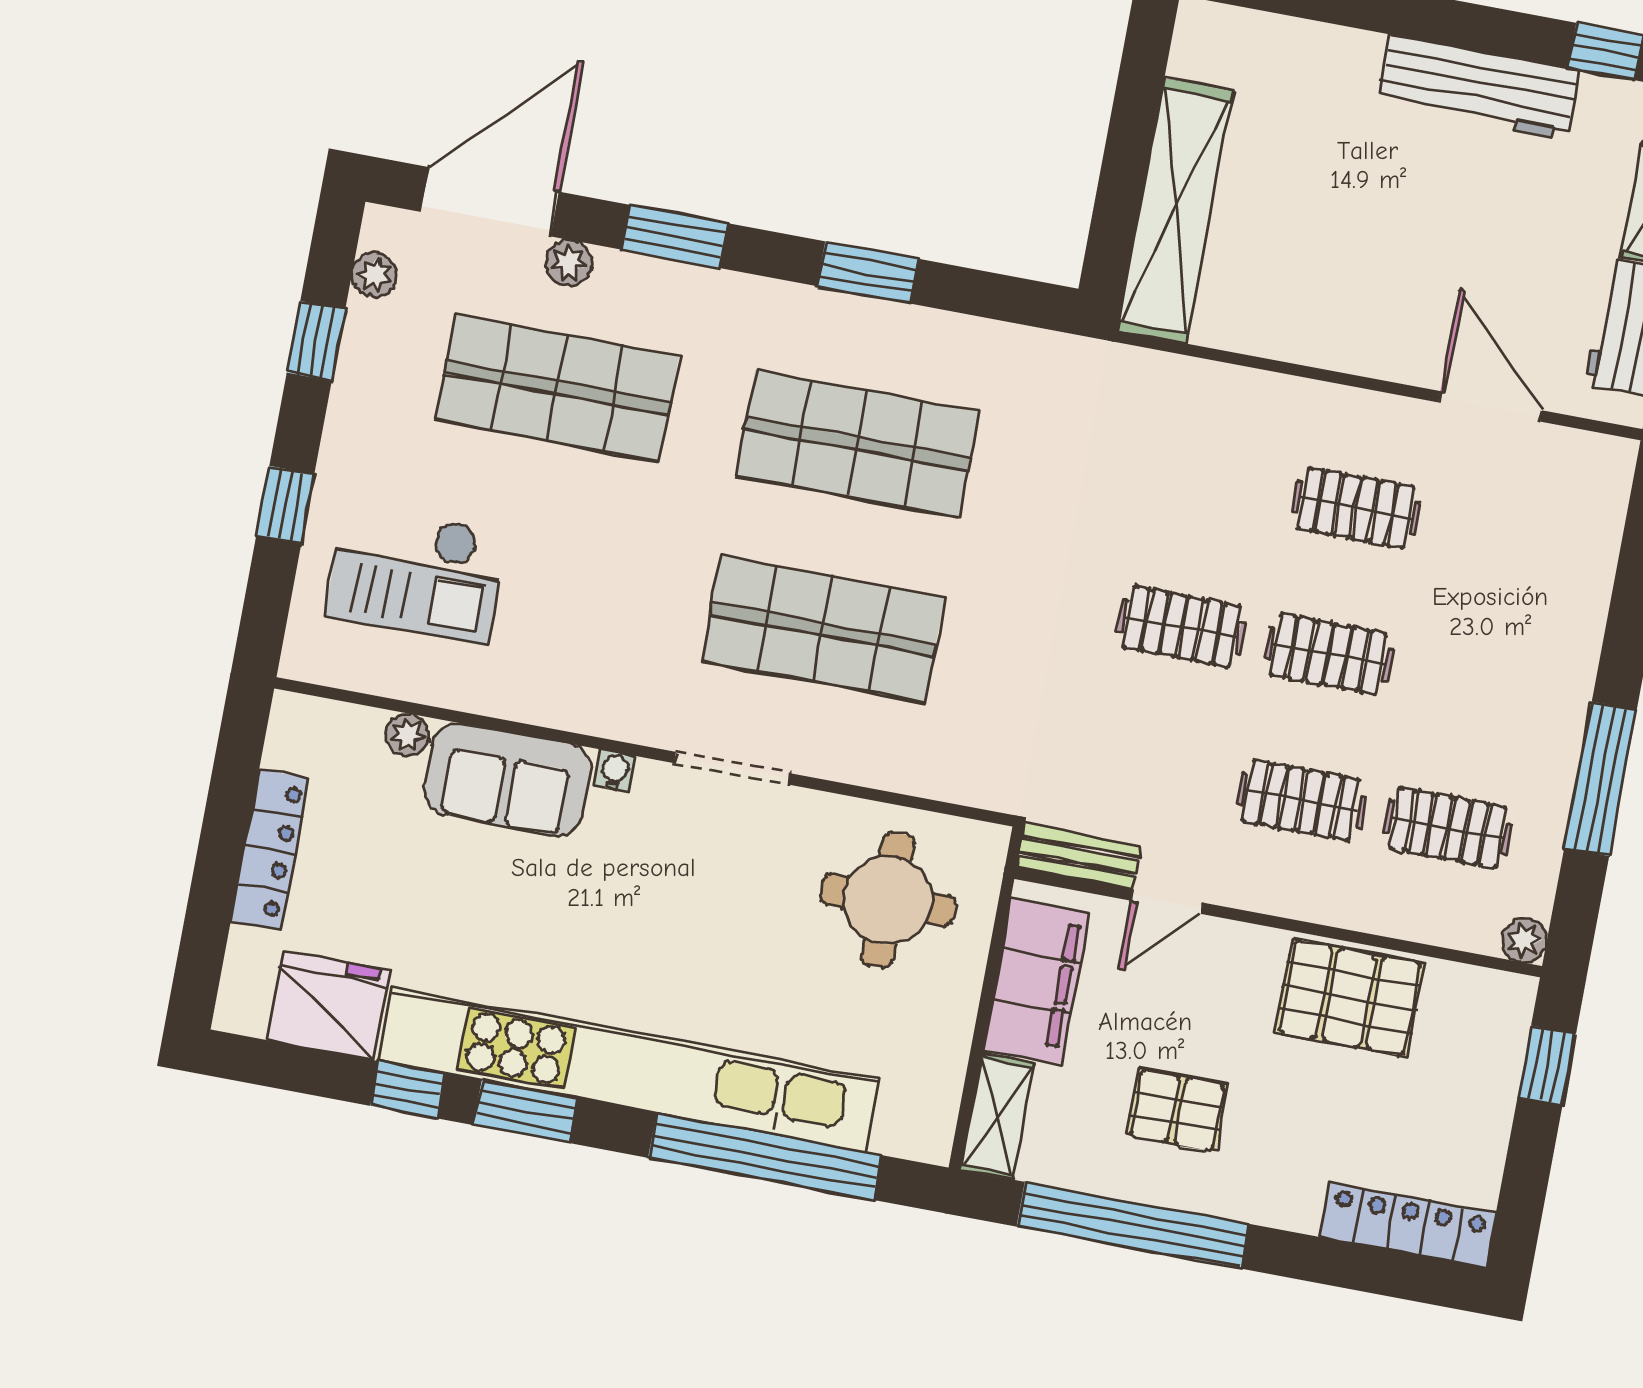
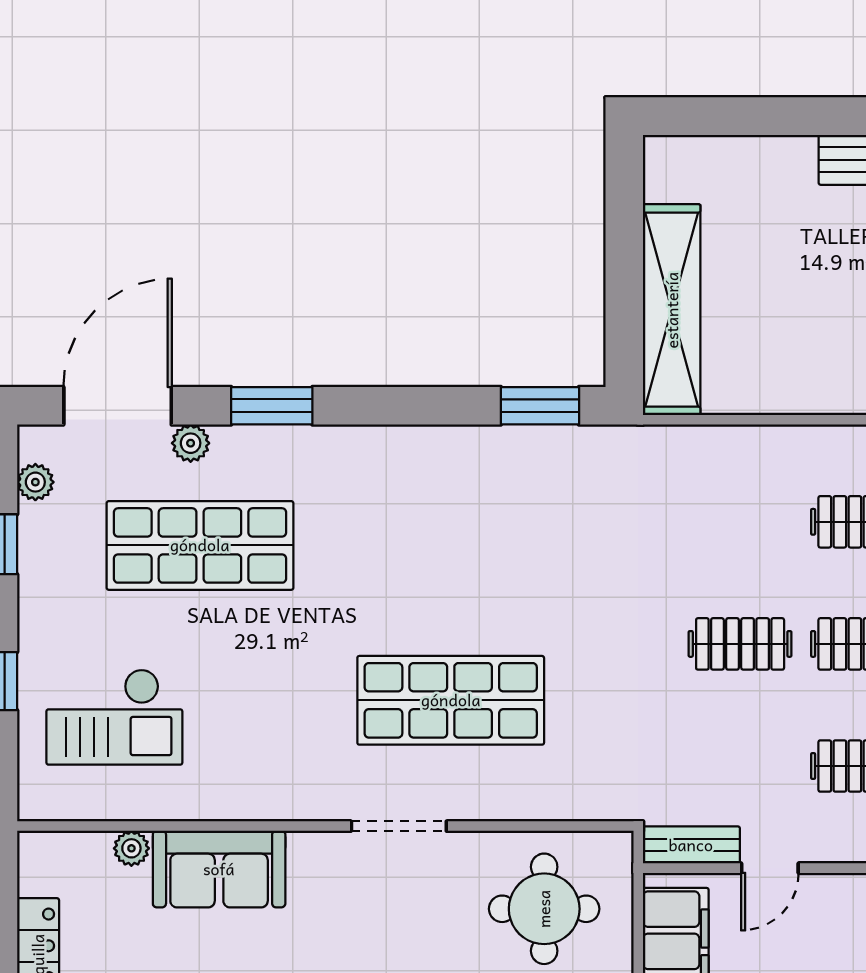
window: (868, 273) -> (540, 406), moved
shop shelf: (857, 444) -> (451, 545), removed
water cooler: (615, 771) -> (304, 846), removed

